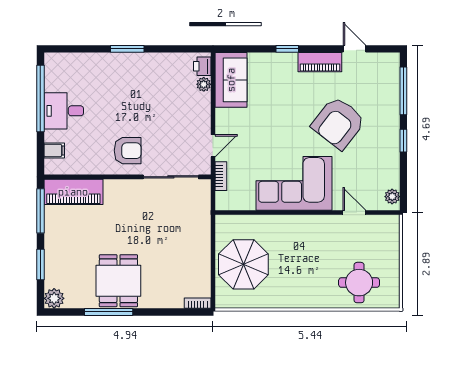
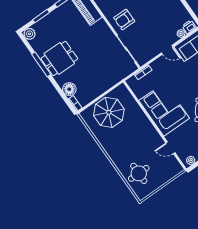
door: (213, 146) -> (167, 50), moved
armchair: (128, 151) -> (124, 20), turned 90
door: (354, 213) -> (170, 148), swing flipped
floor lamp: (171, 297) -> (69, 89), added

